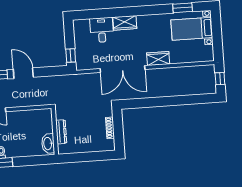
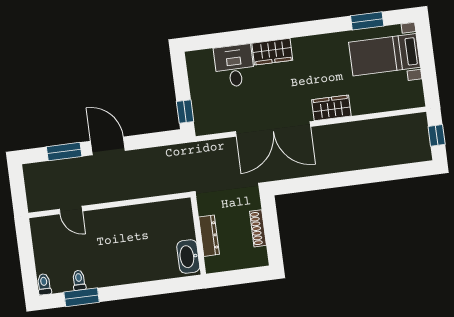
wall: (55, 131) -> (198, 235), moved
dresser: (61, 132) -> (209, 236), moved
washbasin: (48, 144) -> (188, 257), moved

